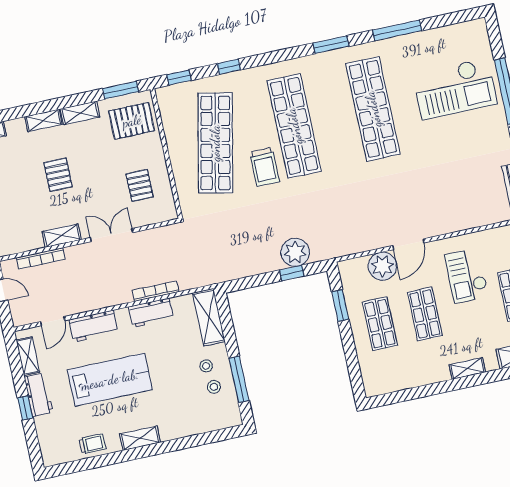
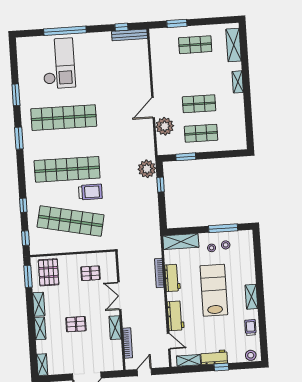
window: (397, 30) -> (16, 95), width x0.69
door: (408, 244) -> (153, 108), swing flipped
plant: (295, 252) -> (147, 169), moved
checkout: (467, 276) -> (179, 74), removed
lab bench: (110, 380) -> (214, 290), moved
stool: (50, 450) -> (251, 355), added

